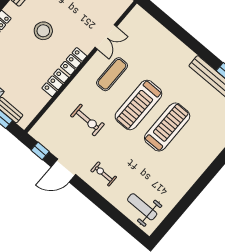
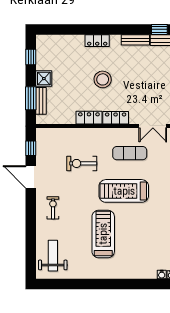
stool: (43, 31) -> (103, 79), moved
exercise bike: (87, 120) -> (82, 163), turned 90
treadmill: (167, 127) -> (103, 234), moved, turned -90

